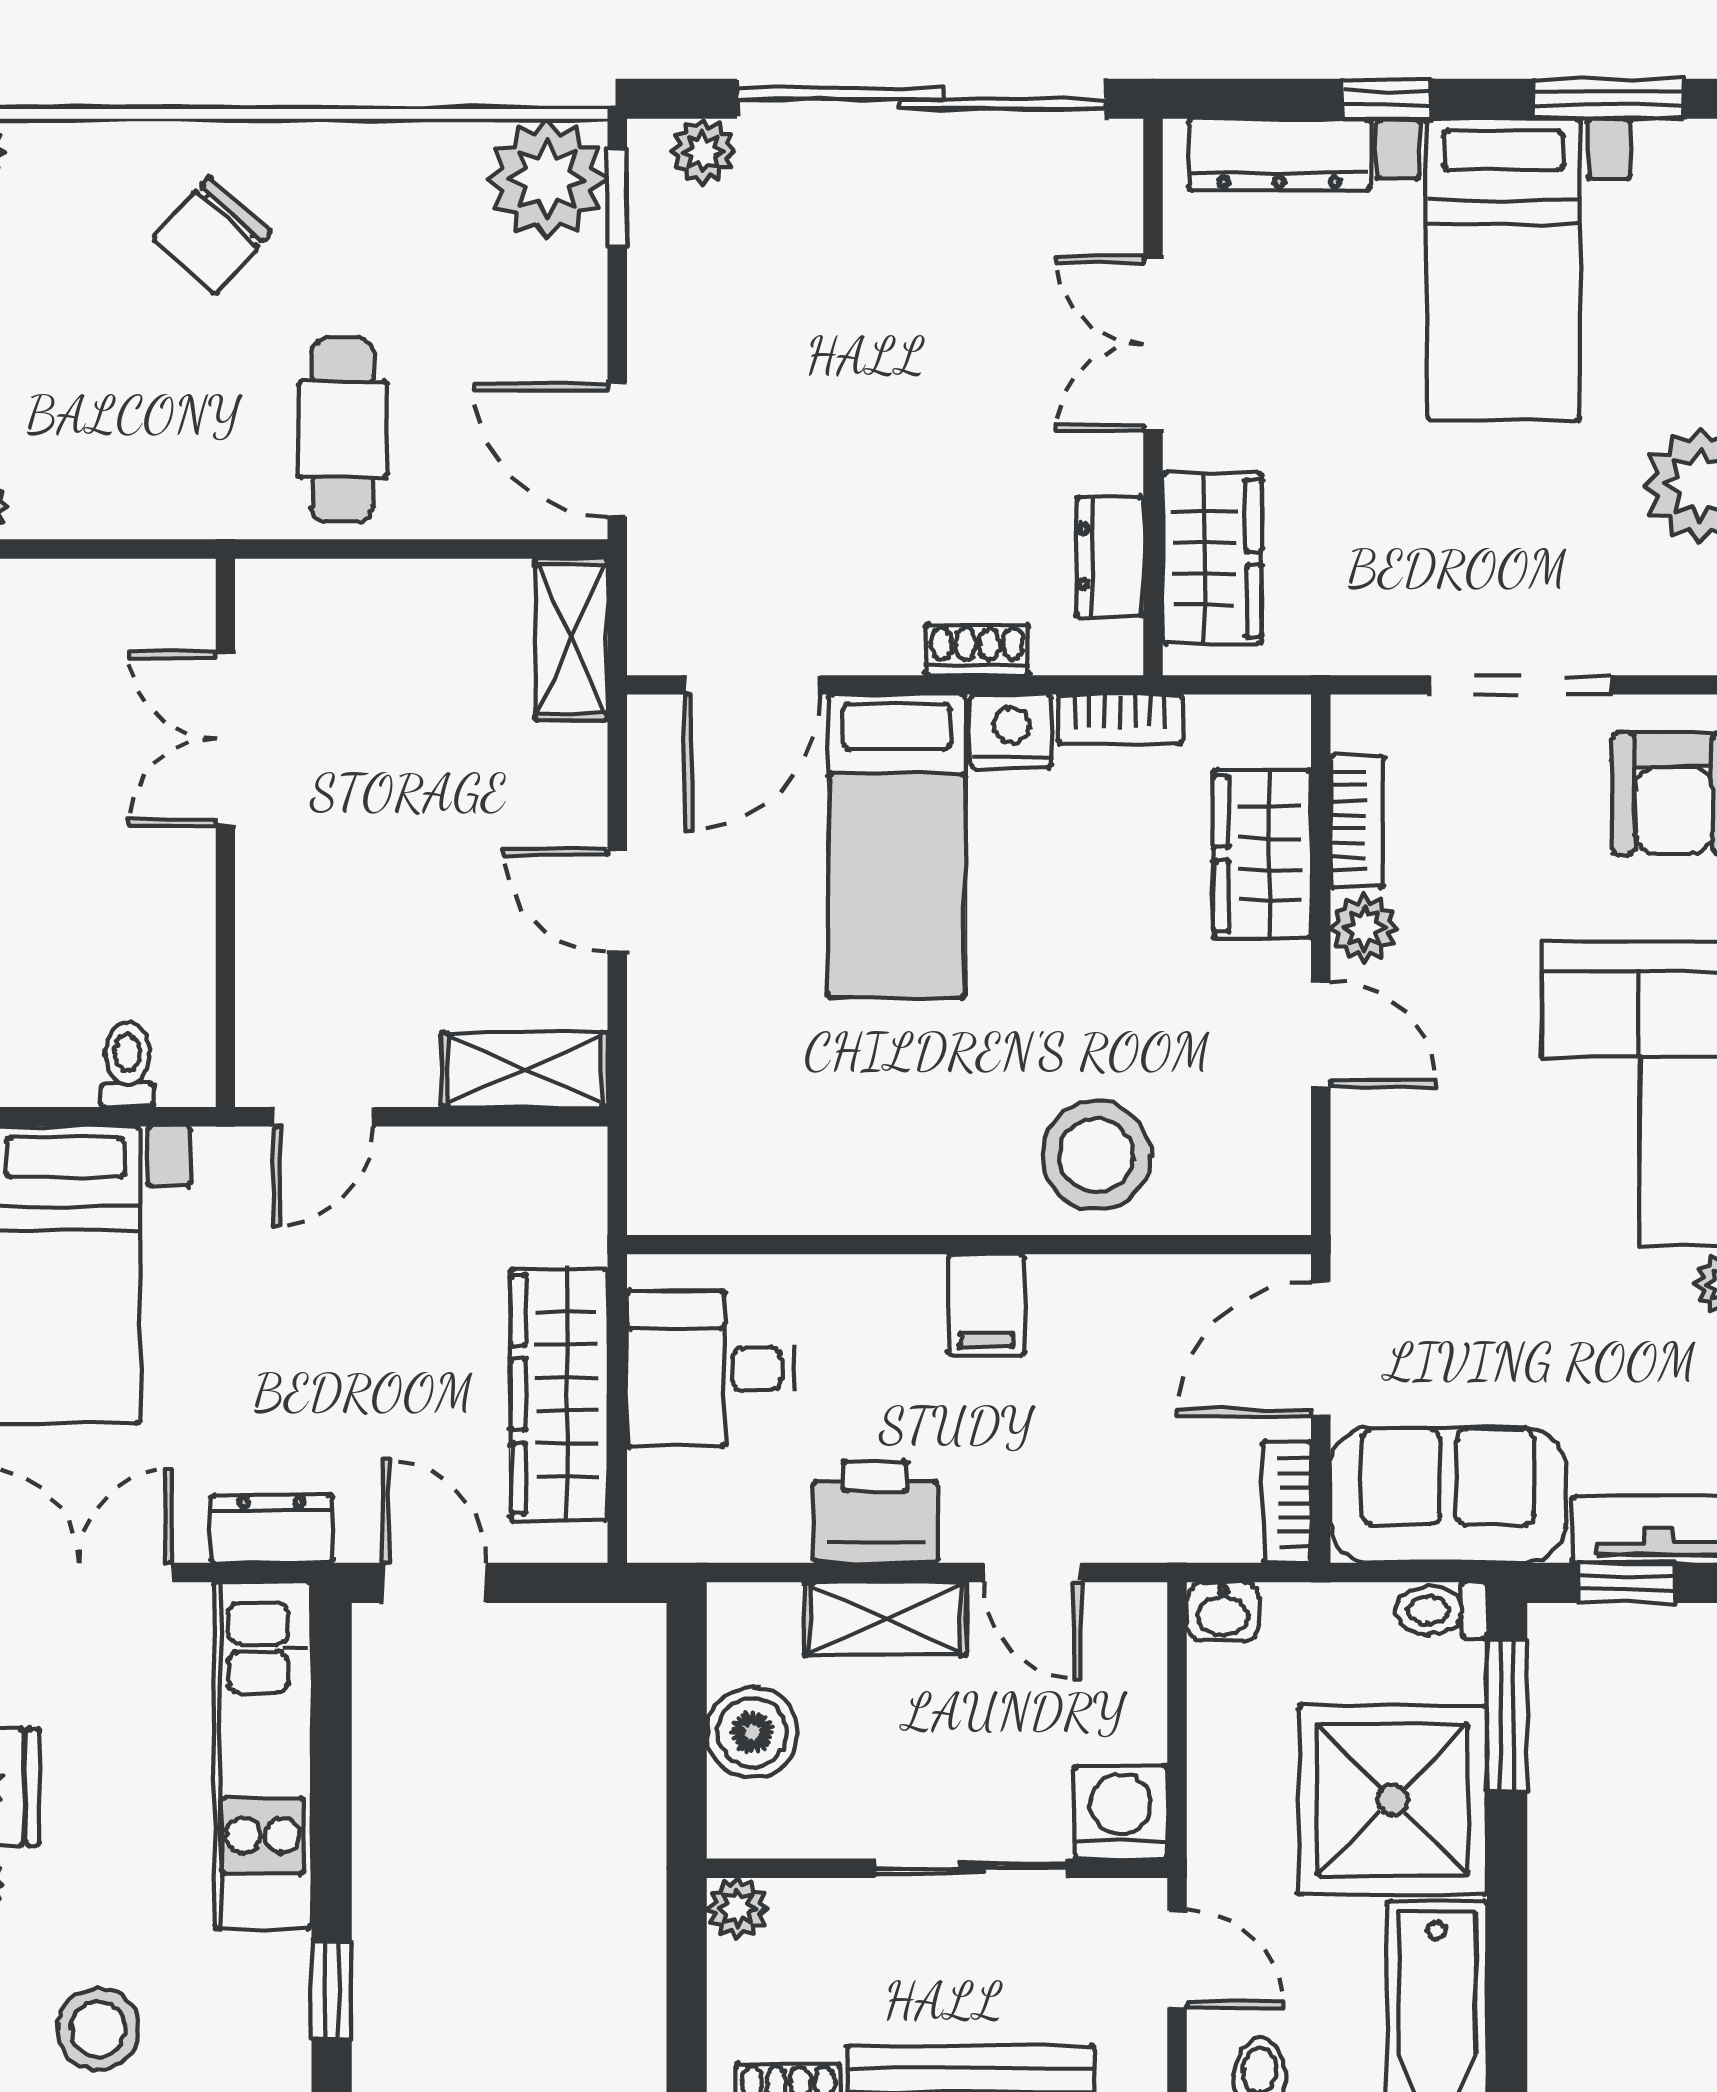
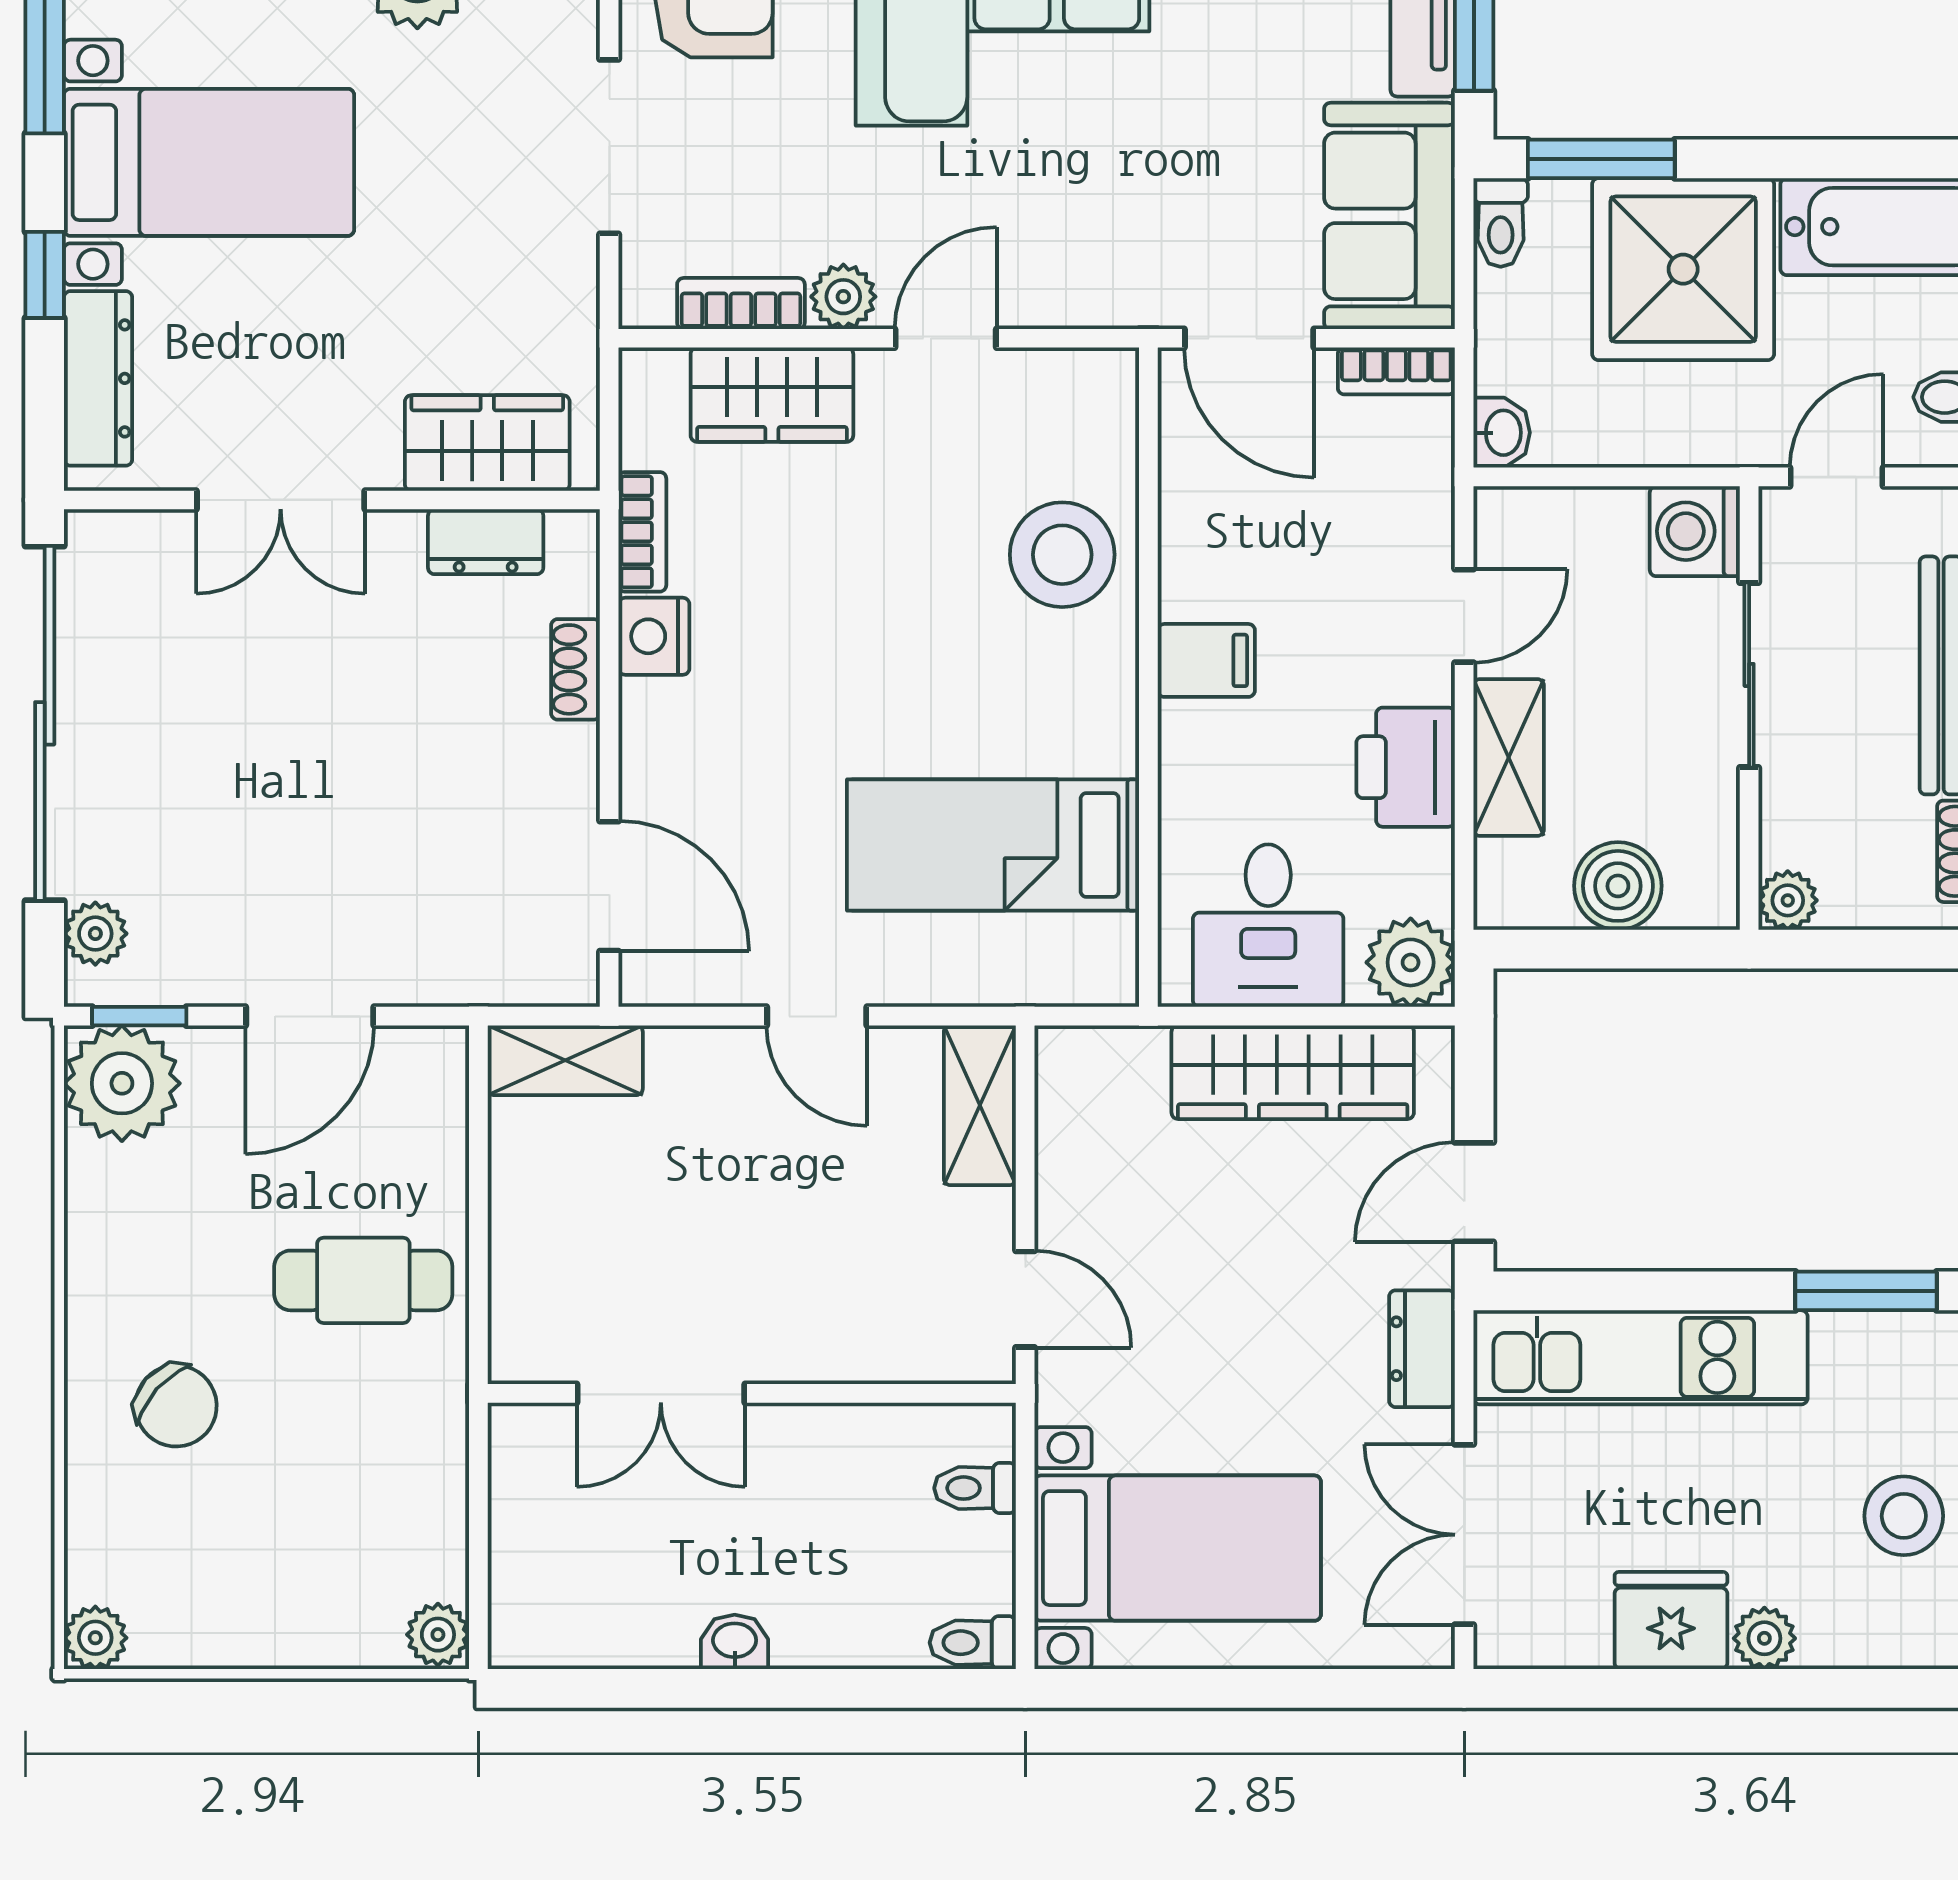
door: (617, 450) -> (310, 1016), moved
bed: (897, 846) -> (993, 845), moved, turned 180
door: (617, 900) -> (817, 1016), hinge flipped
plant: (673, 1517) -> (1411, 962), added
window: (332, 1990) -> (1866, 1291), width x1.50

